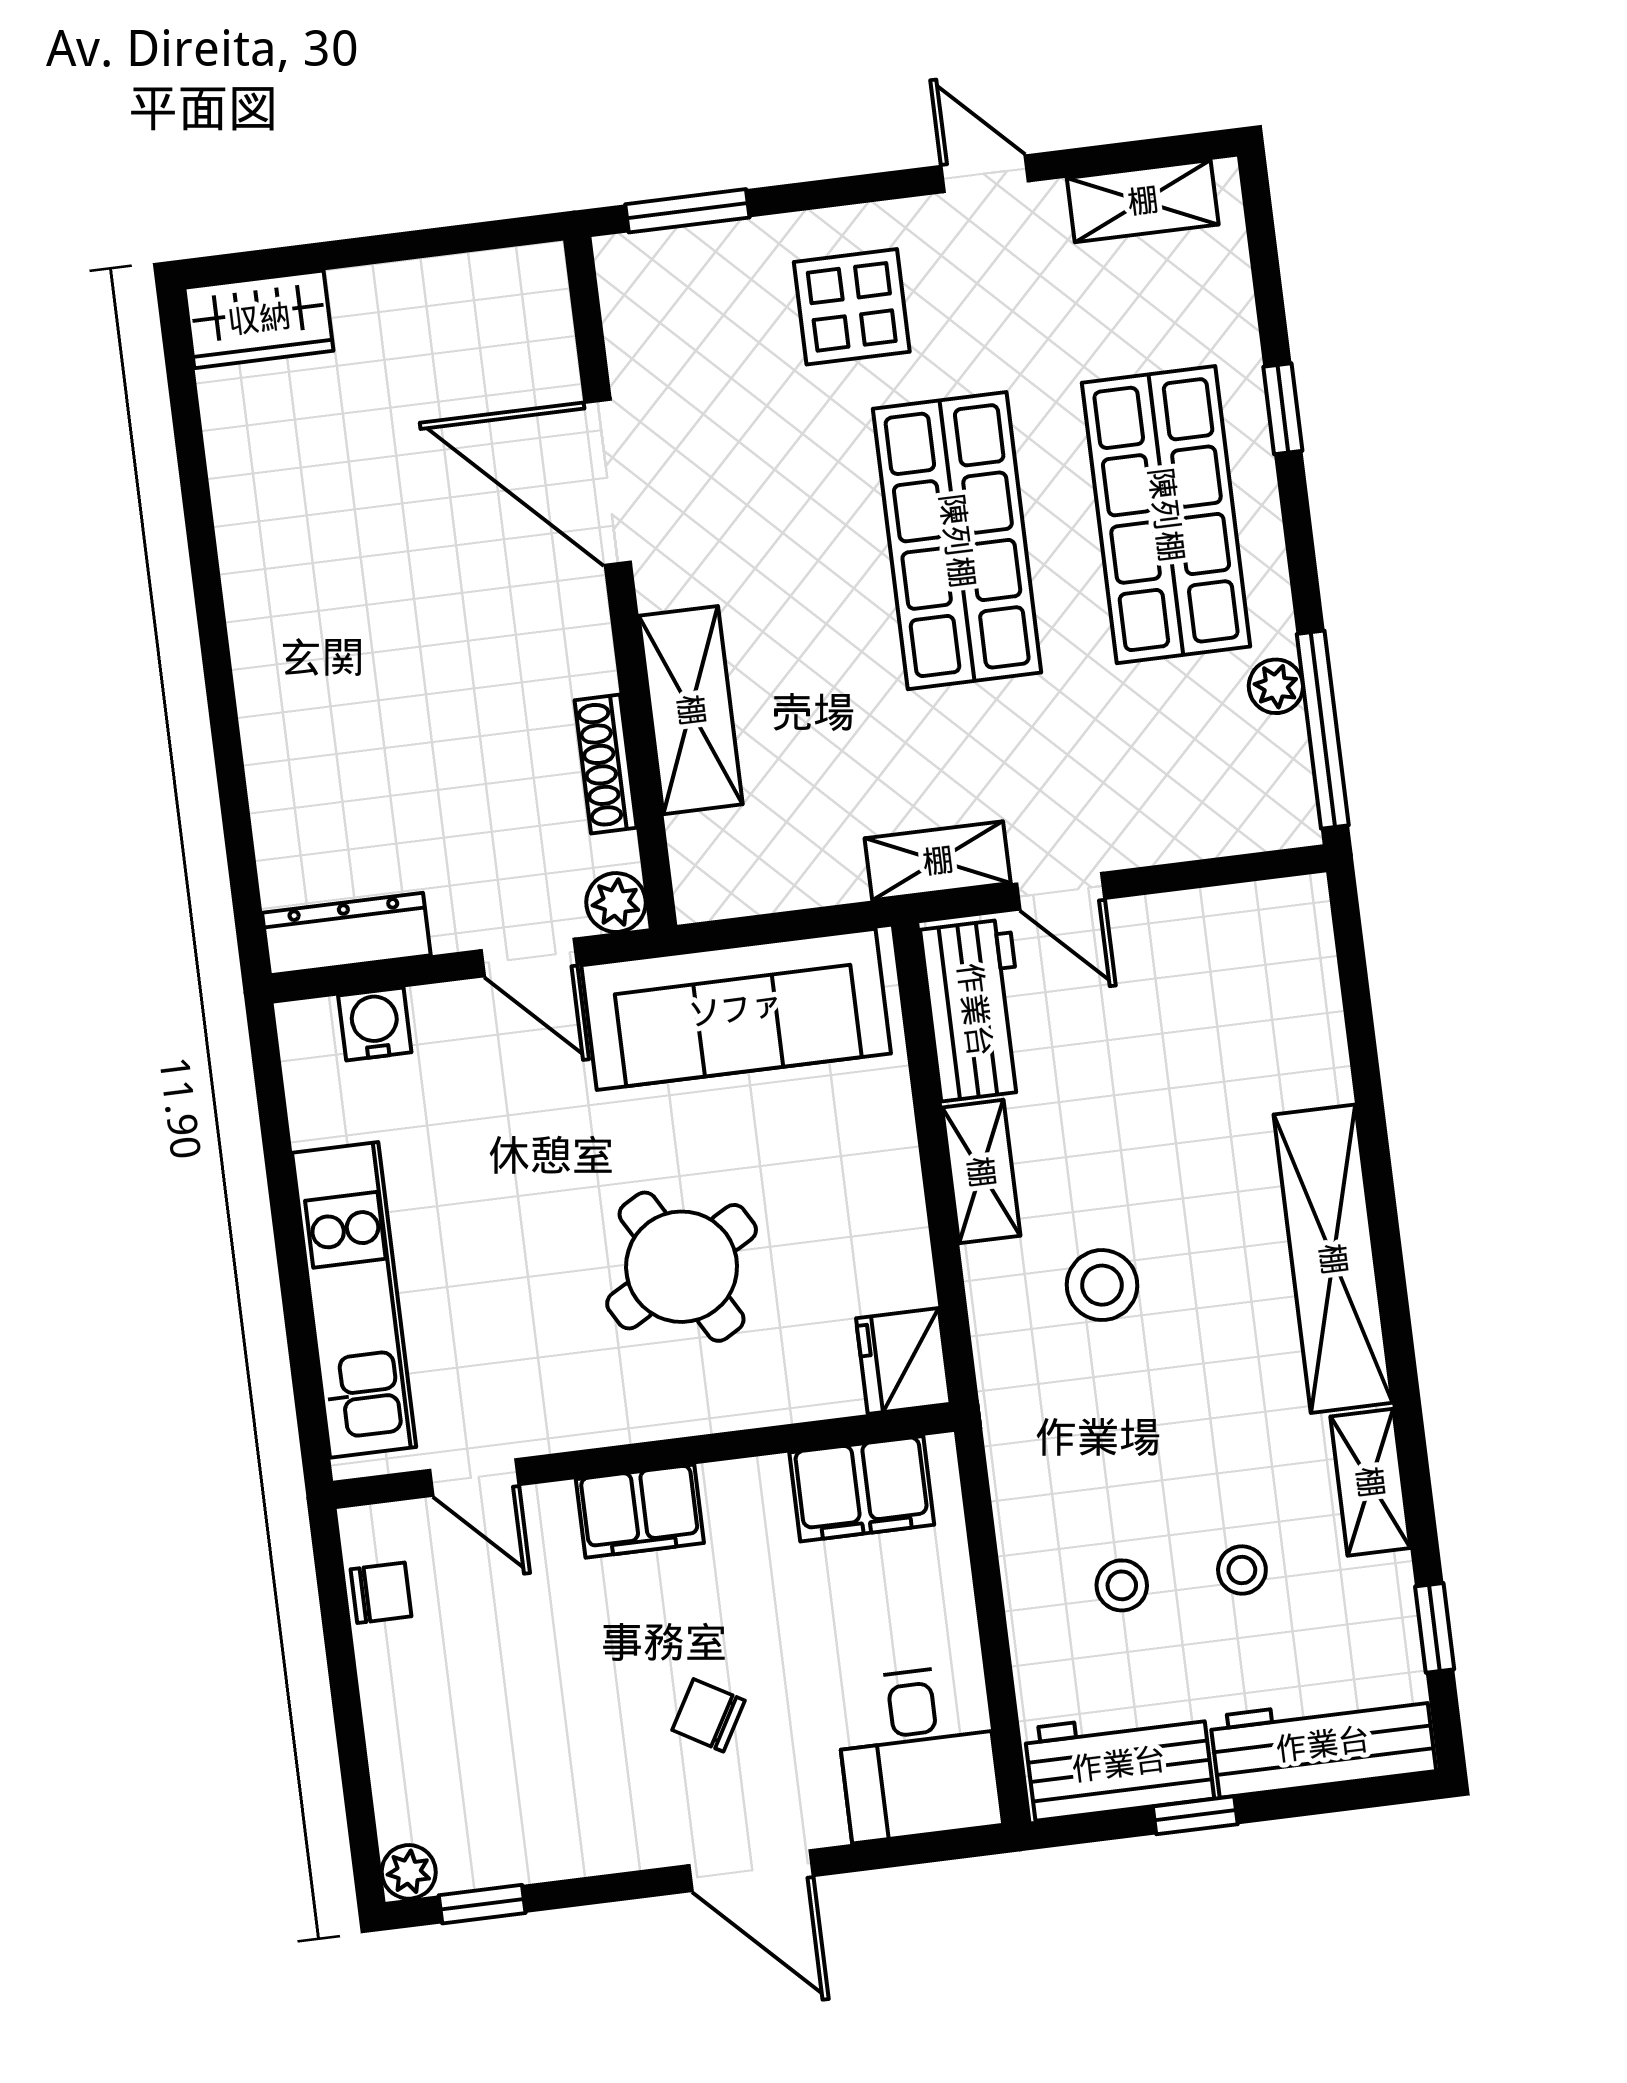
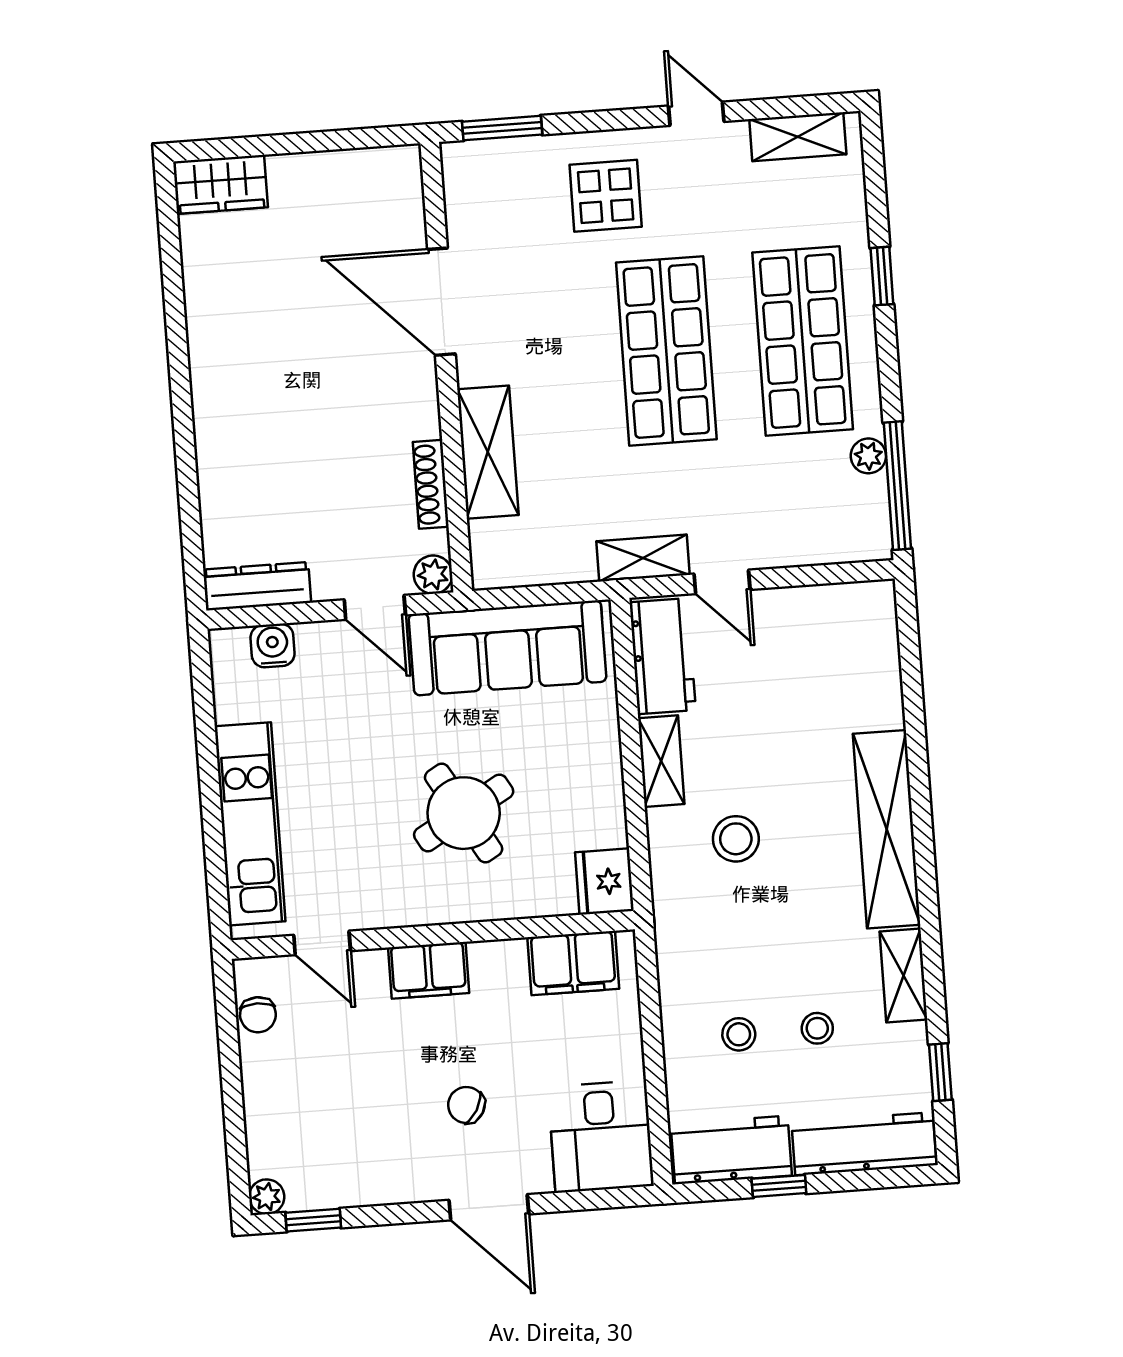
chair: (381, 1593) -> (258, 1015), turned 90

